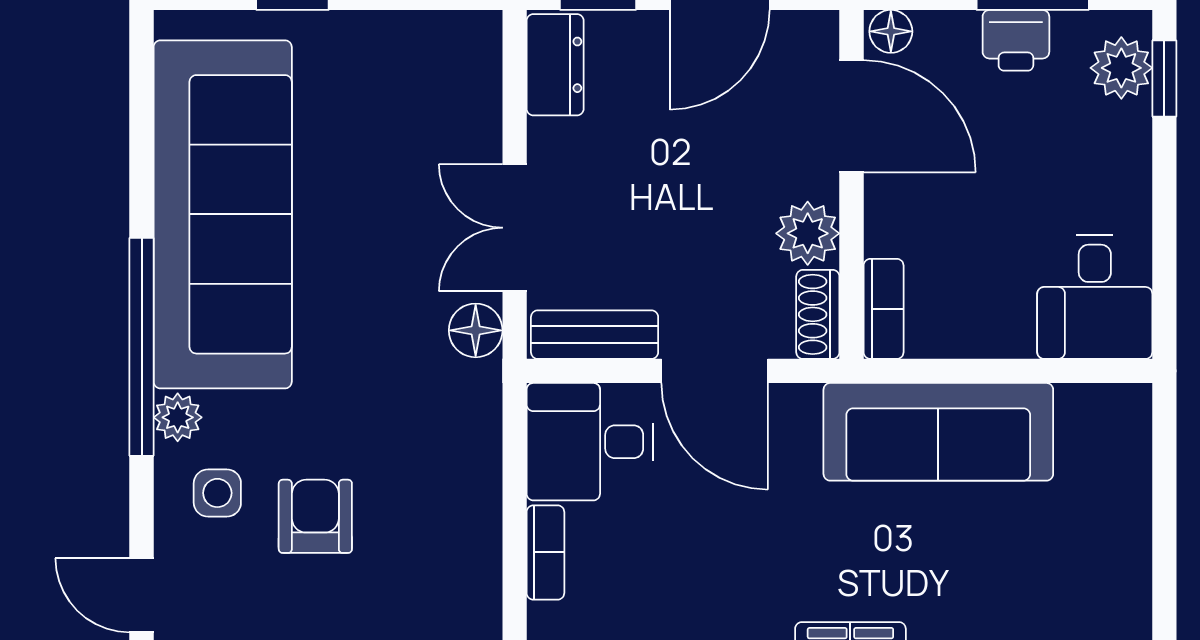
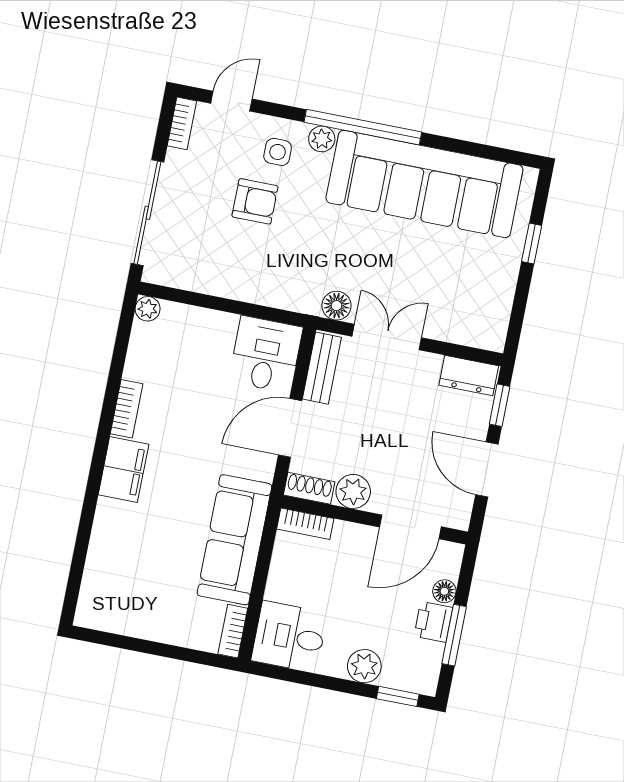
floor lamp: (891, 31) -> (444, 591), moved
plant: (1121, 68) -> (364, 666), moved
bookcase: (545, 552) -> (233, 631), moved, turned 90

